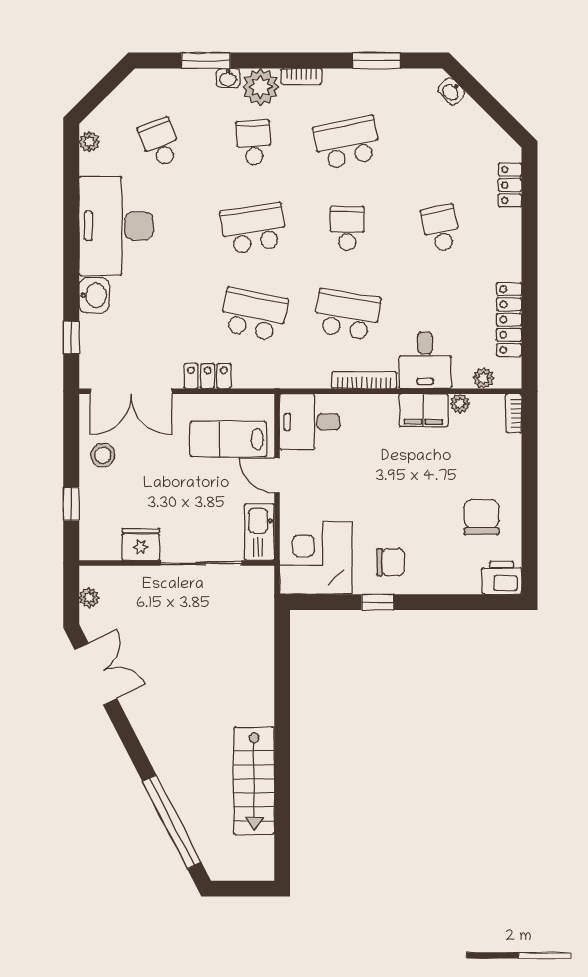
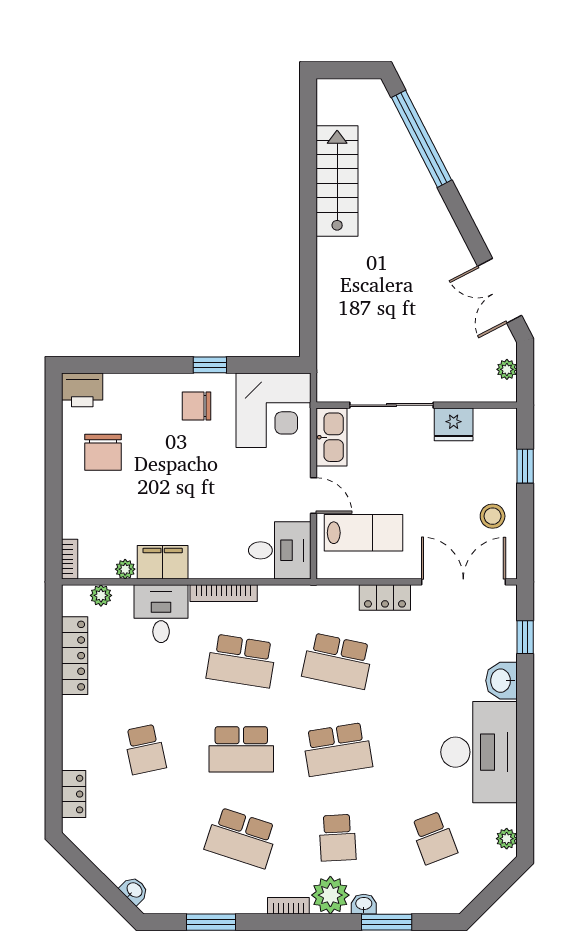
school desk: (347, 143) -> (241, 838), turned 30
school desk: (347, 228) -> (241, 749), width x1.85

